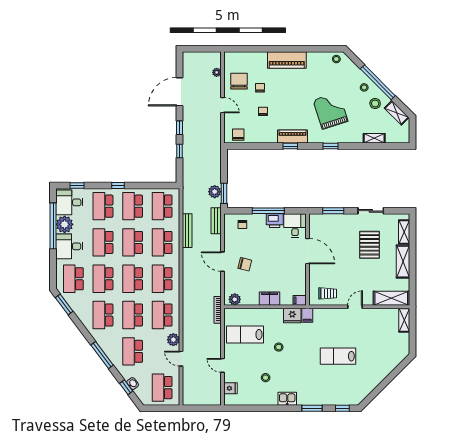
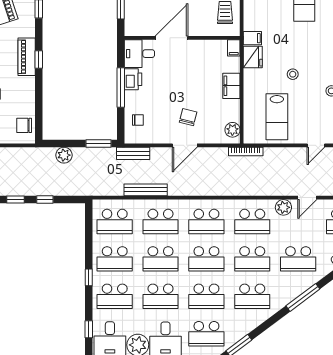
plant: (215, 192) -> (64, 155), moved

